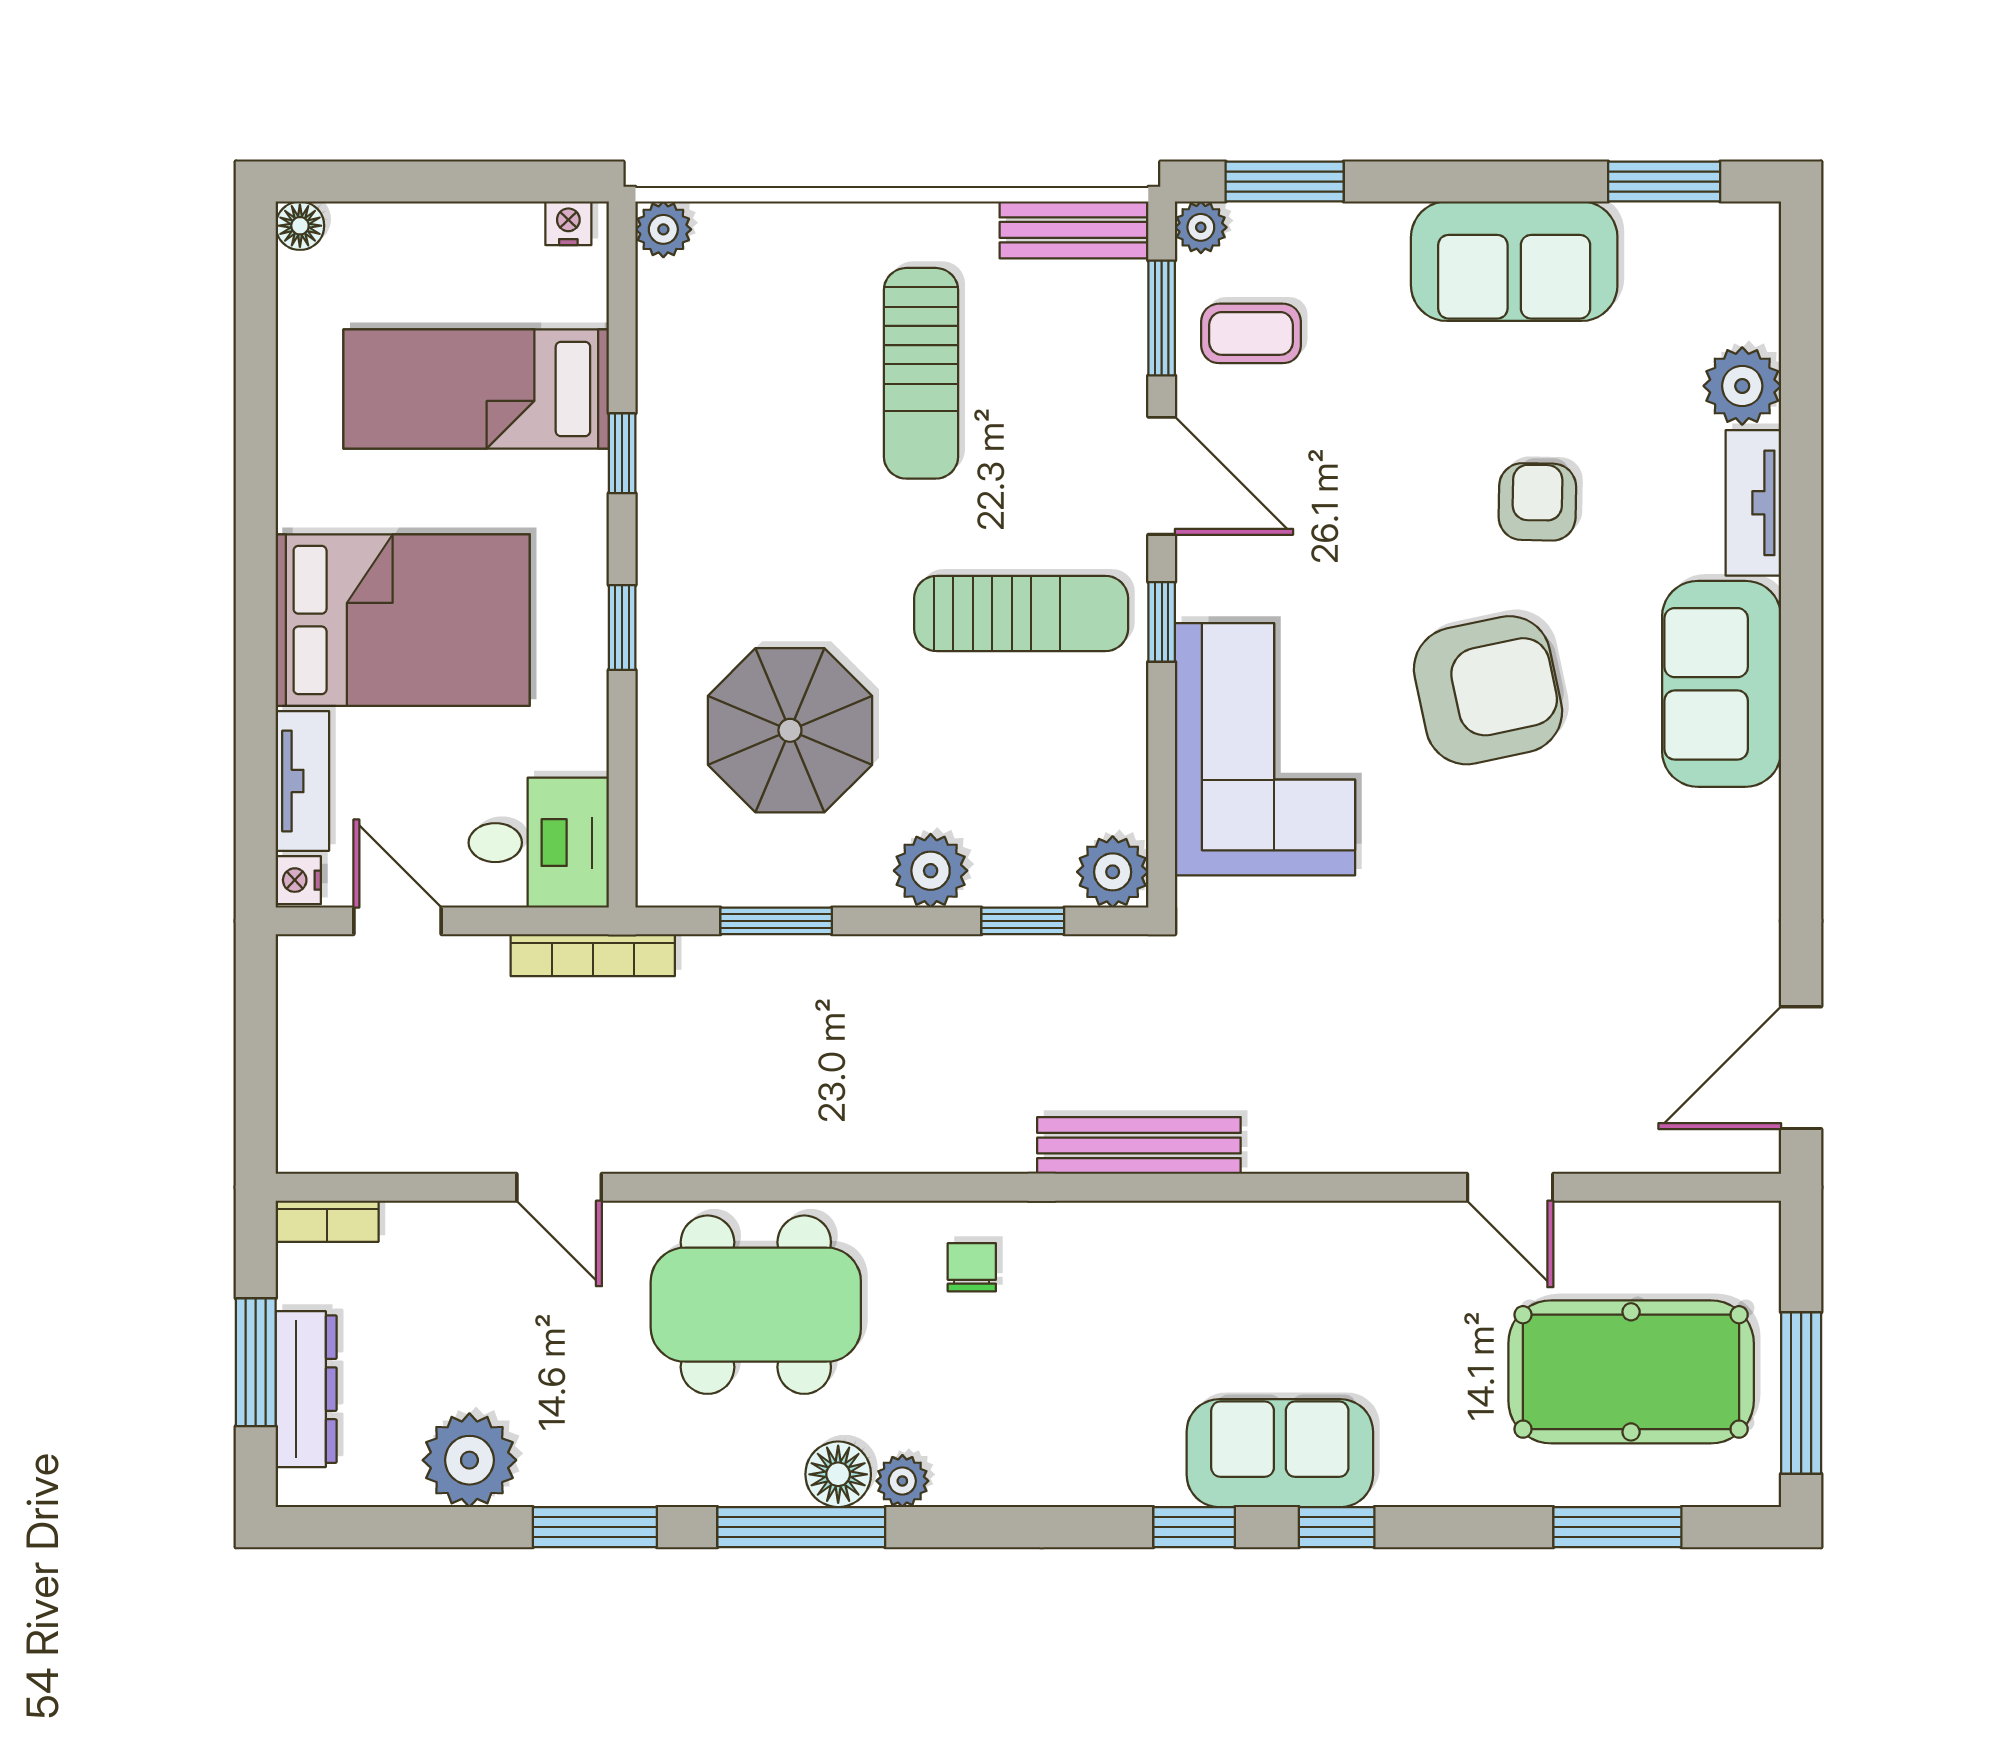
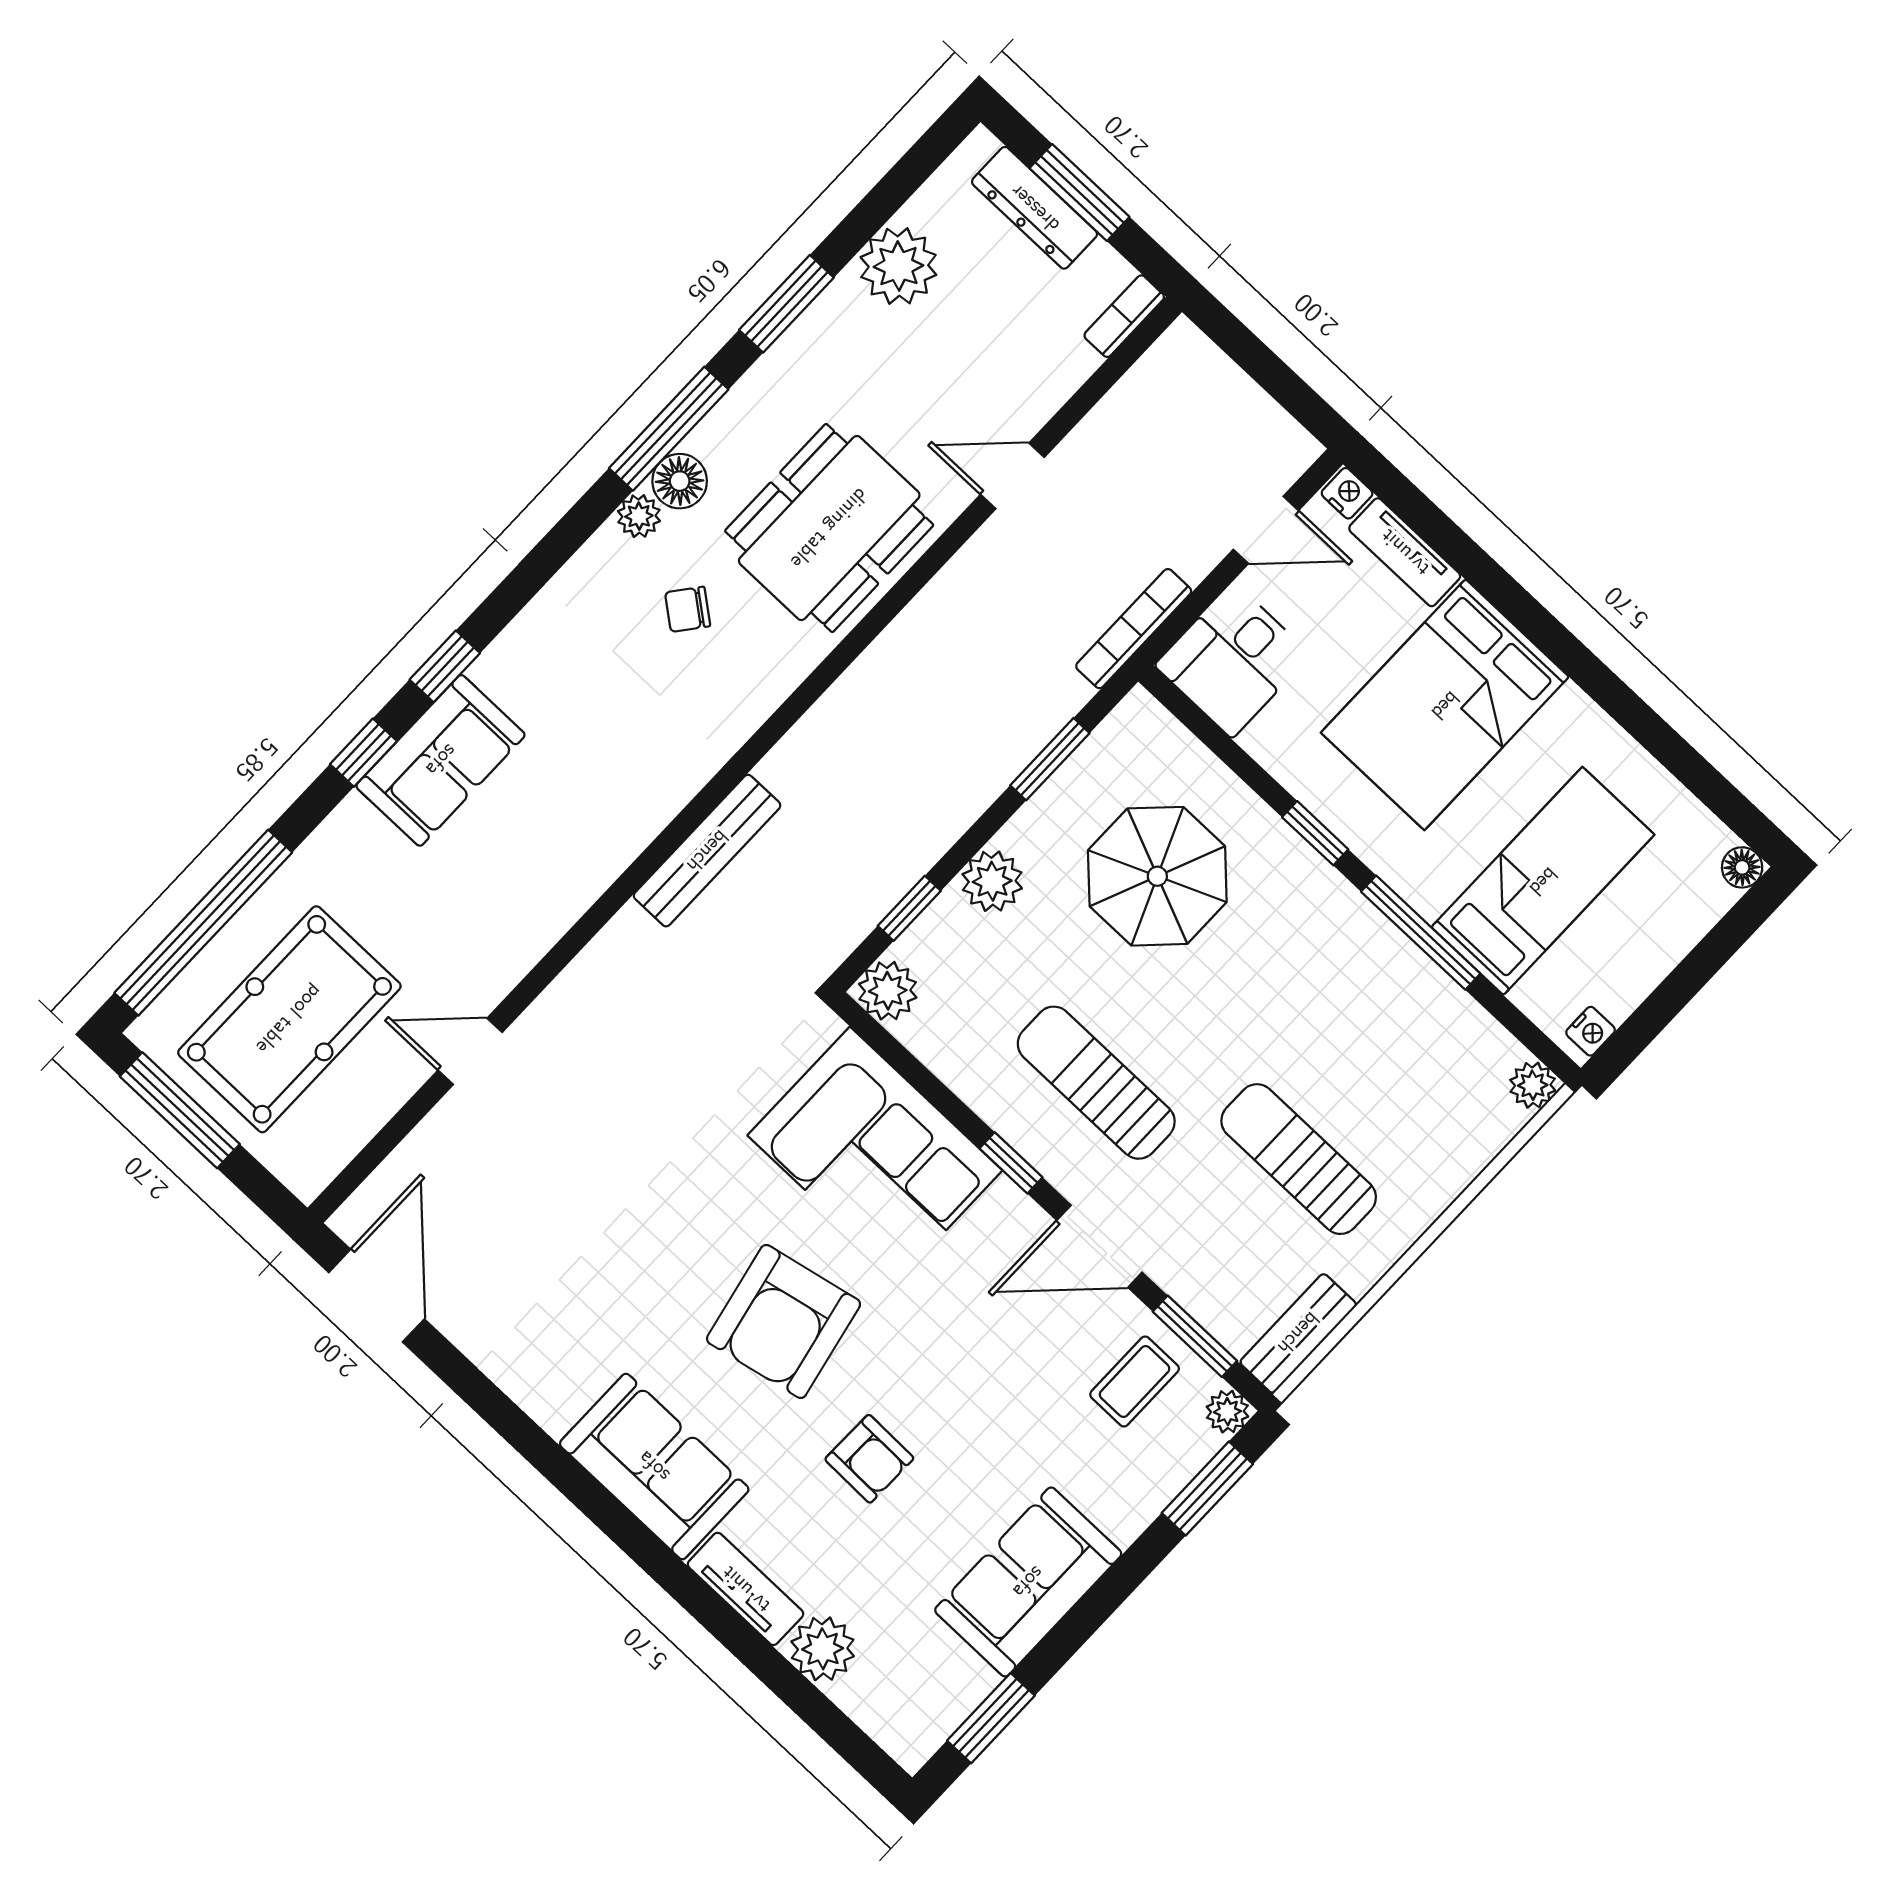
window: (622, 453) -> (1421, 933), width x2.17
sun lounger: (1021, 614) -> (1096, 1083), turned 90
chair: (972, 1267) -> (688, 609), moved, turned 128
window: (1617, 1527) -> (203, 923), width x2.11

